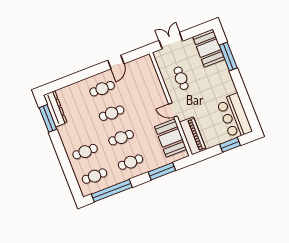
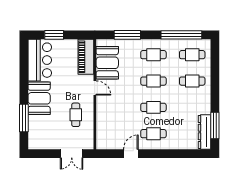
booth: (209, 48) -> (39, 98), moved

